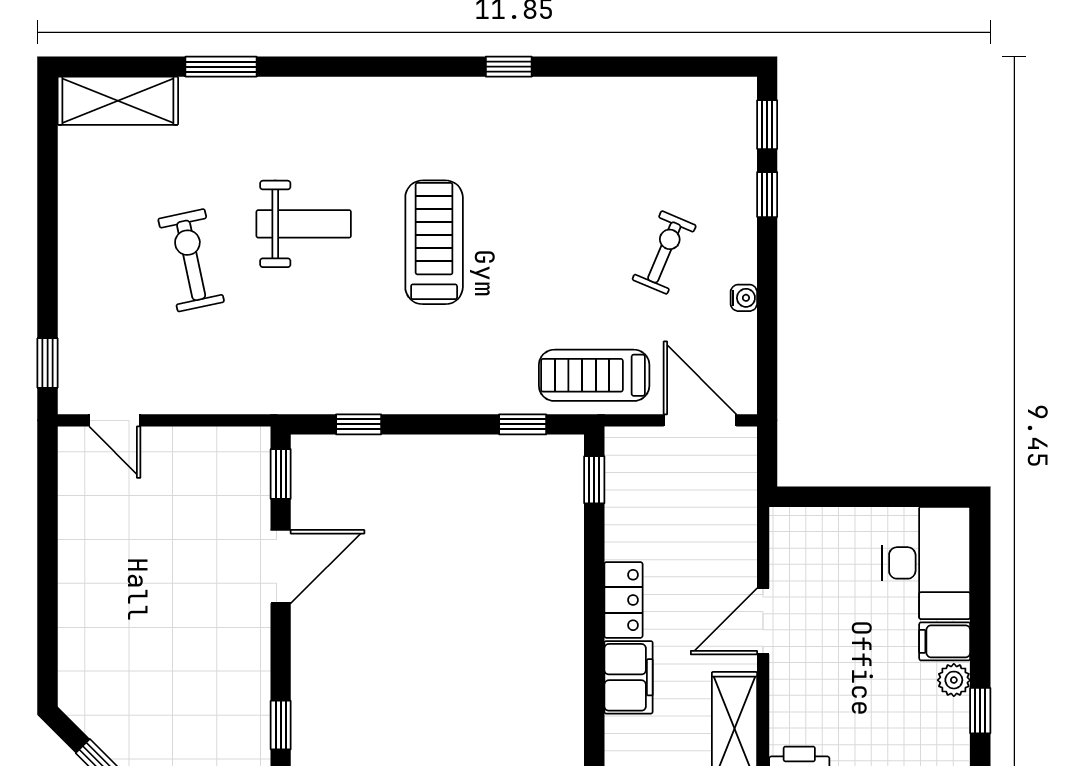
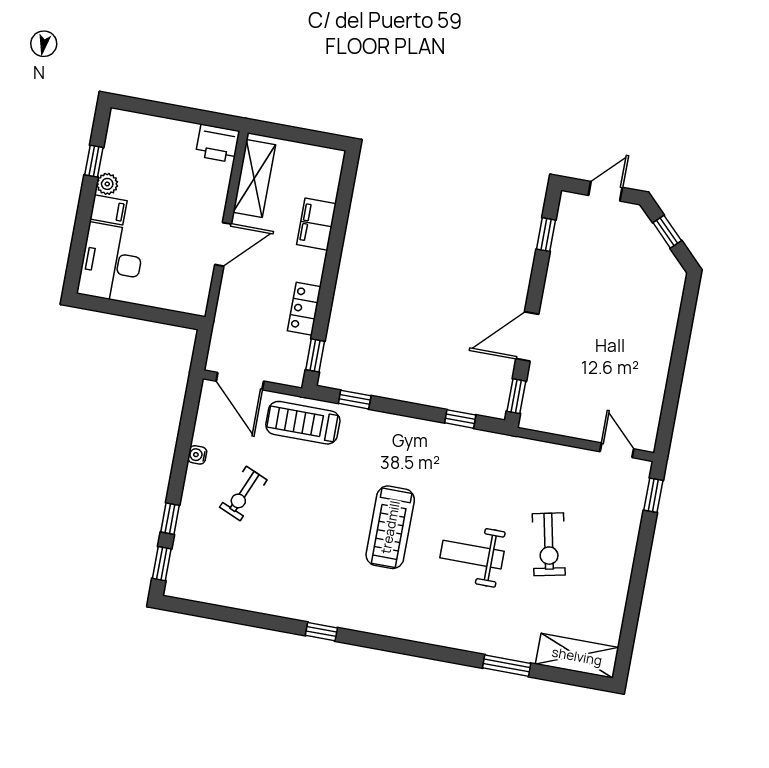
treadmill: (594, 375) -> (303, 423), turned 180
locker: (623, 600) -> (304, 309), moved

